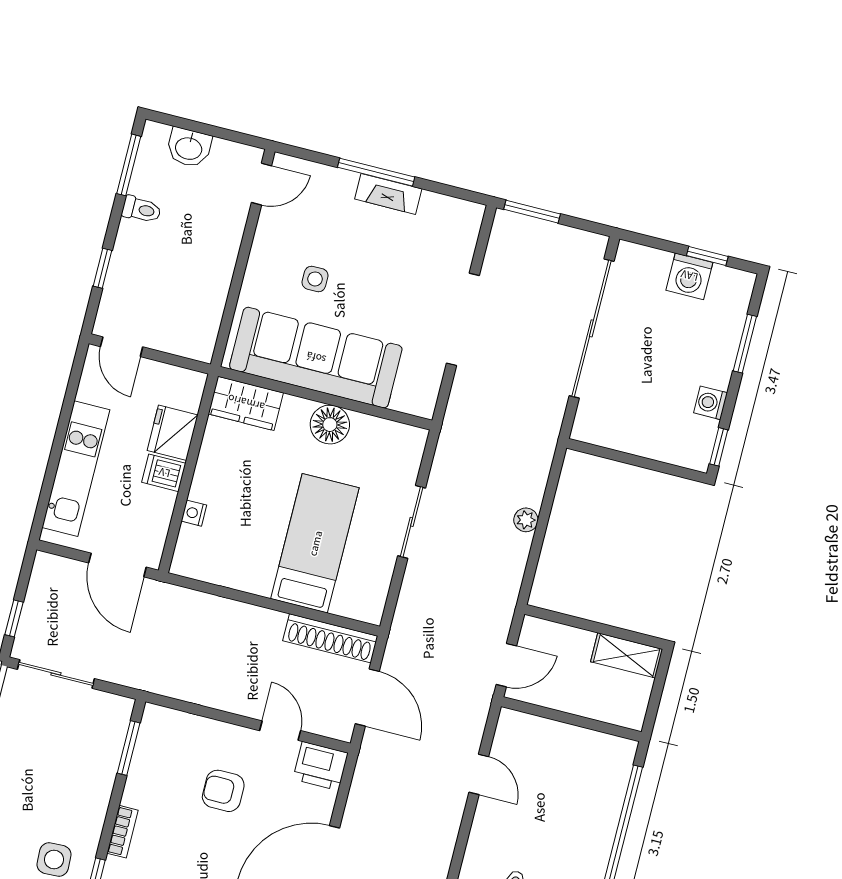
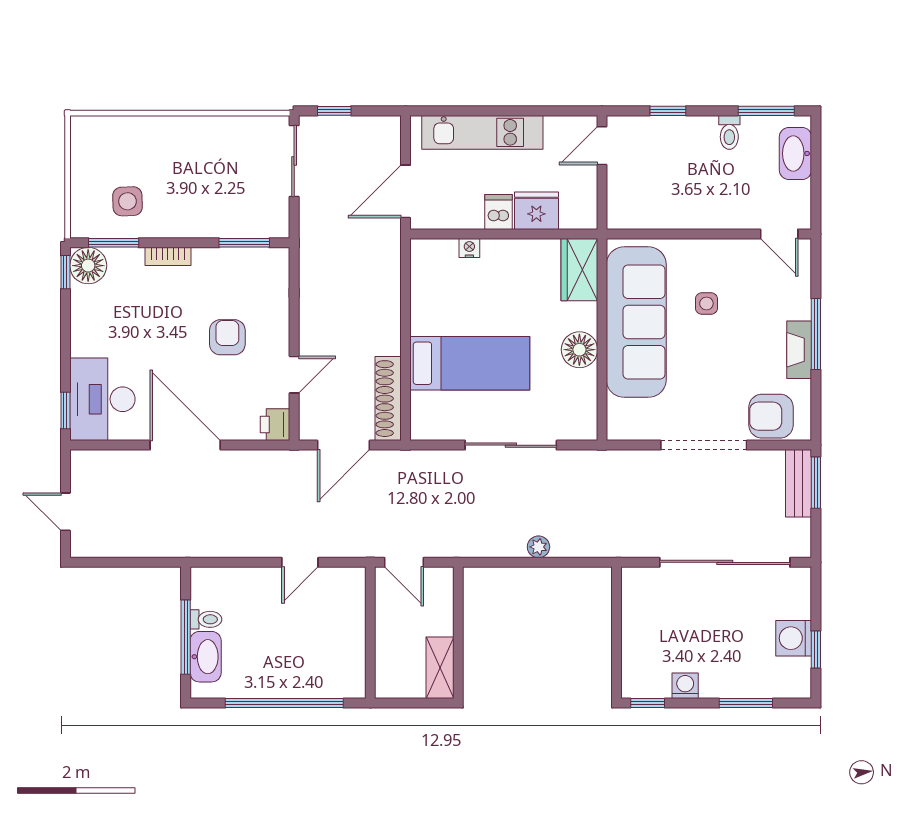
washbasin: (189, 148) -> (795, 153), width x1.38
bench: (528, 230) -> (799, 483), added
armchair: (450, 241) -> (771, 416), added
sliding door: (412, 522) -> (511, 445), width x1.37
printer: (321, 766) -> (275, 425), width x0.73, depth x0.81

